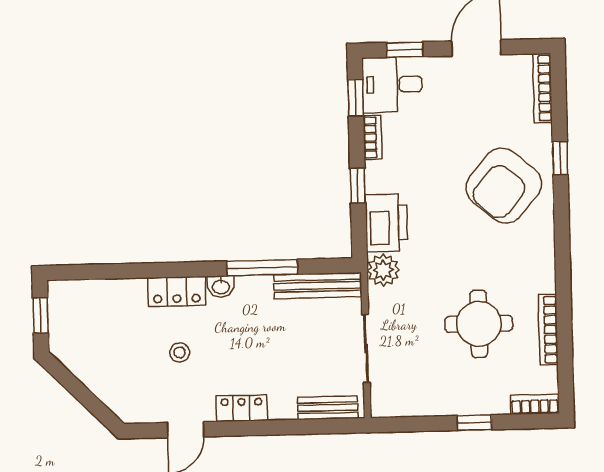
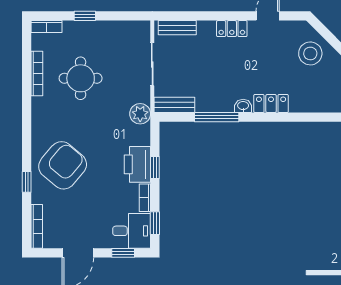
printer: (386, 223) -> (137, 164), moved
bench: (318, 286) -> (174, 105), width x0.73
stool: (180, 352) -> (310, 53), moved, width x1.89, depth x1.89

